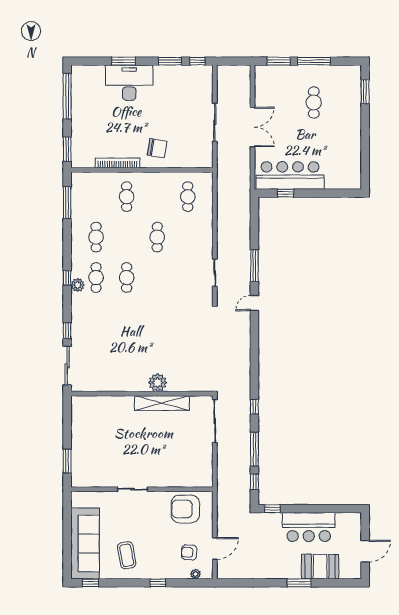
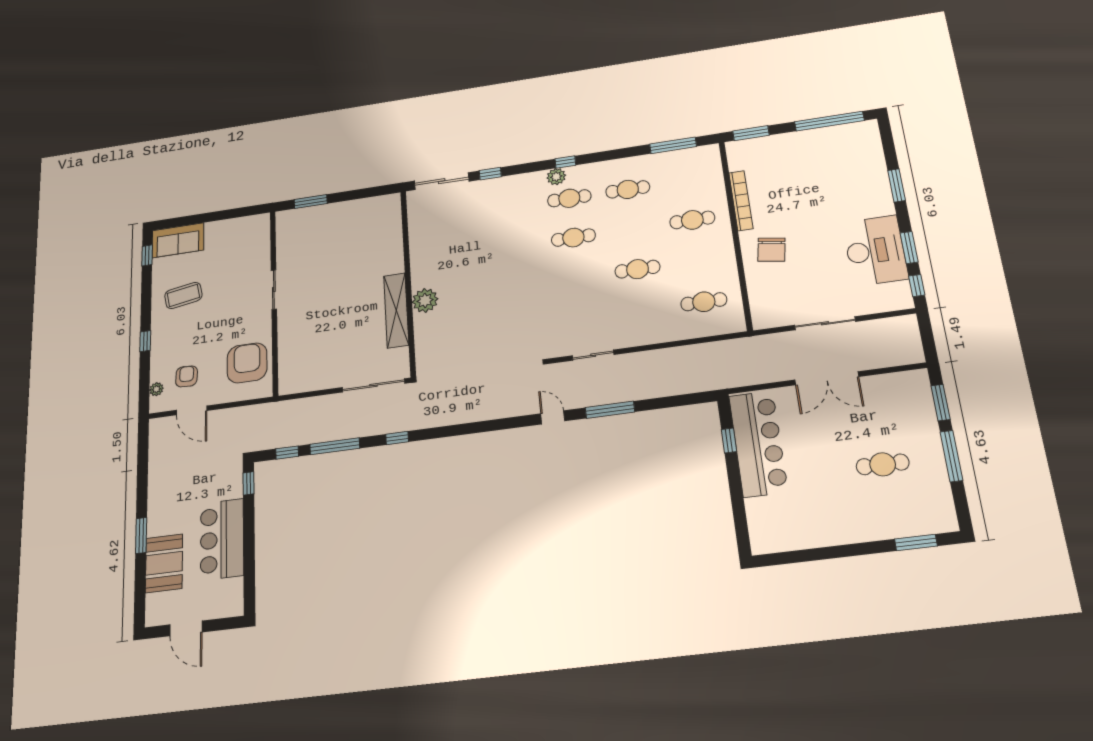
desk: (129, 83) -> (875, 250), moved
sofa: (85, 543) -> (178, 240), width x0.54, depth x0.79

